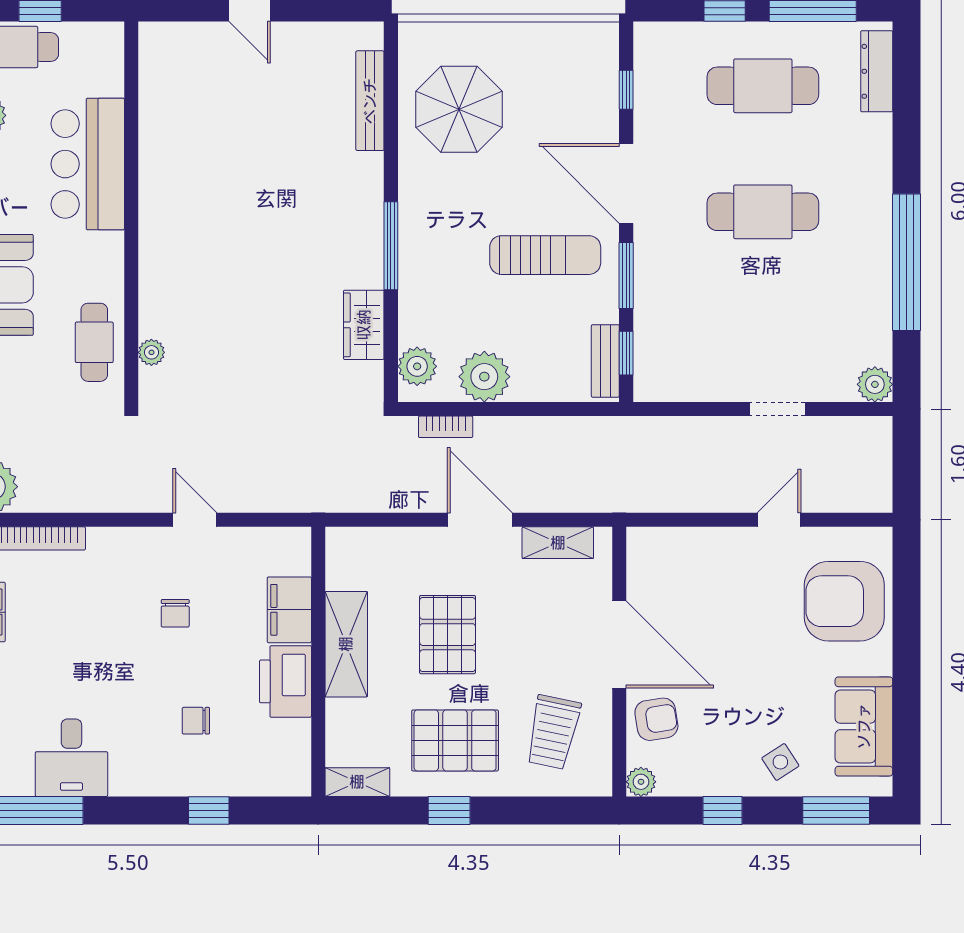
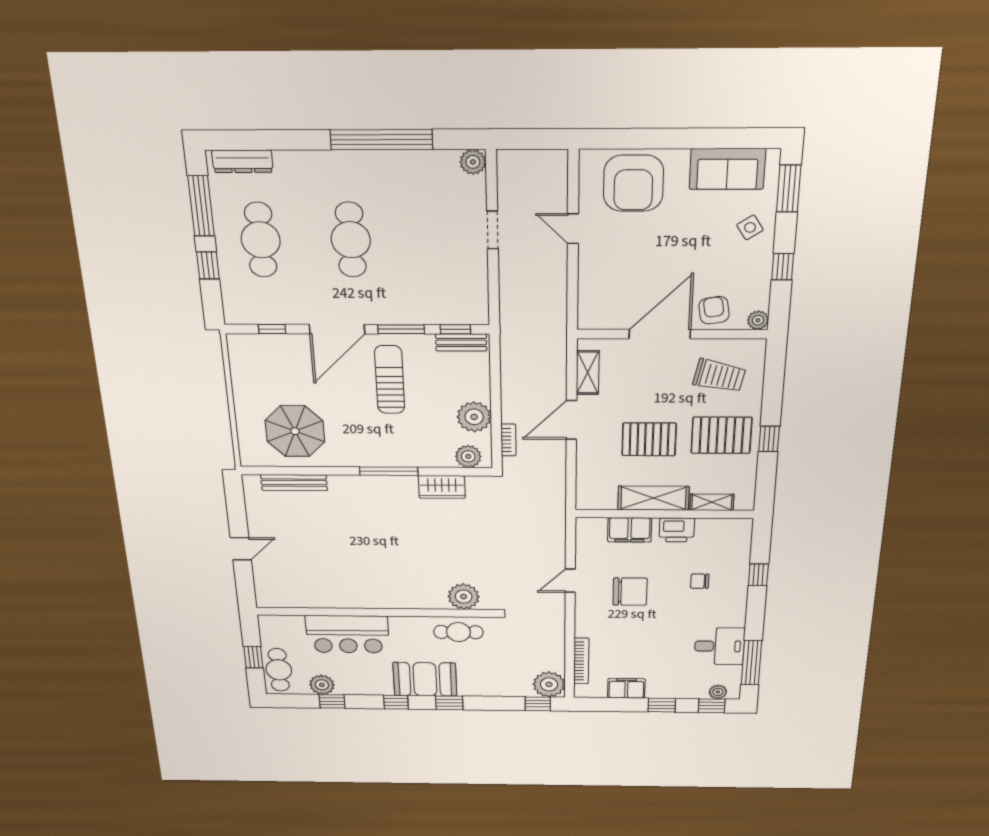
plant: (151, 352) -> (464, 597), width x1.88, depth x1.88
chair: (175, 613) -> (630, 592), width x1.87, depth x1.87
printer: (285, 681) -> (677, 530), width x0.73, depth x0.84
chair: (196, 721) -> (700, 581), turned 90
pallet: (455, 740) -> (721, 435), turned 90
shelving: (357, 782) -> (712, 502), moved, turned 90

